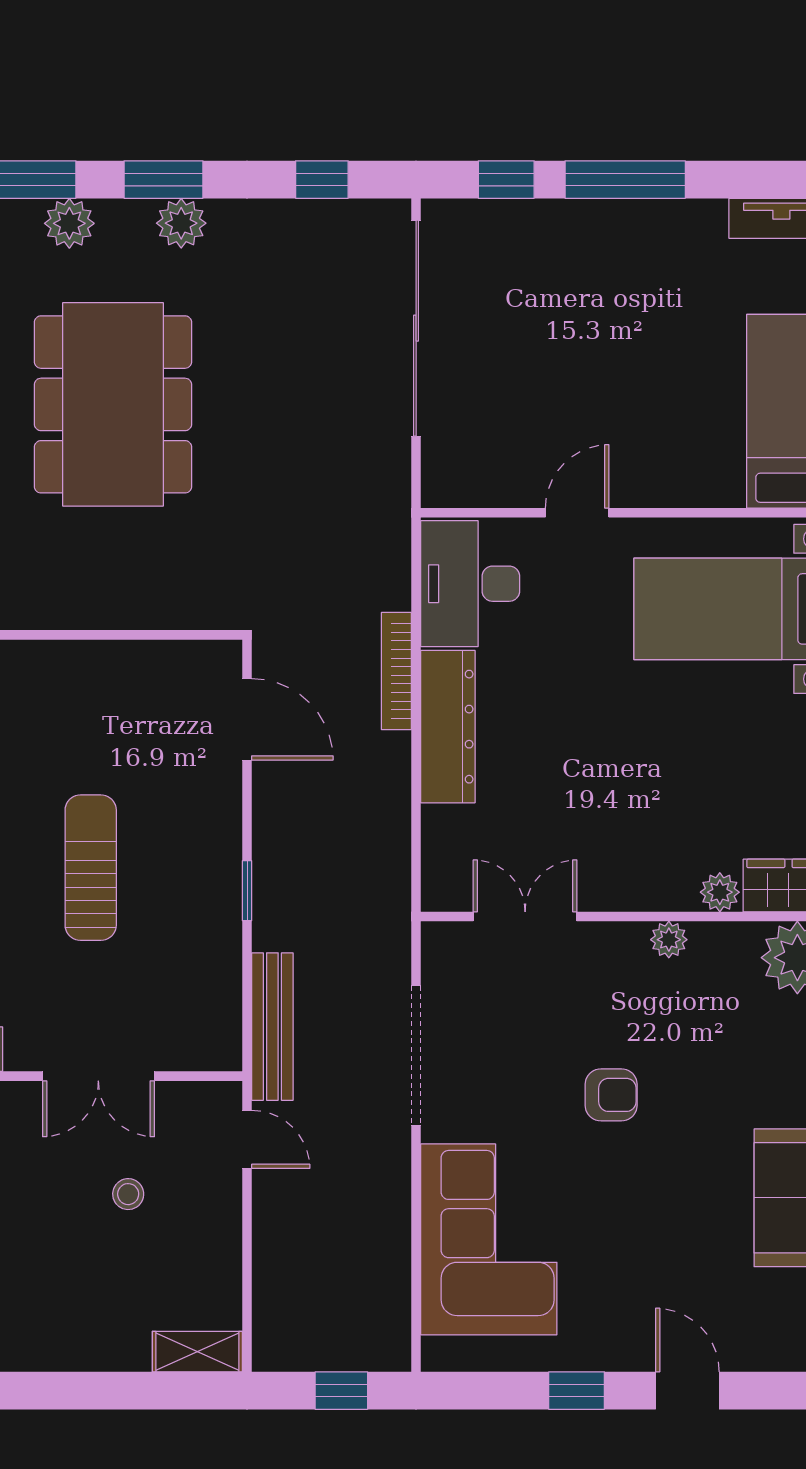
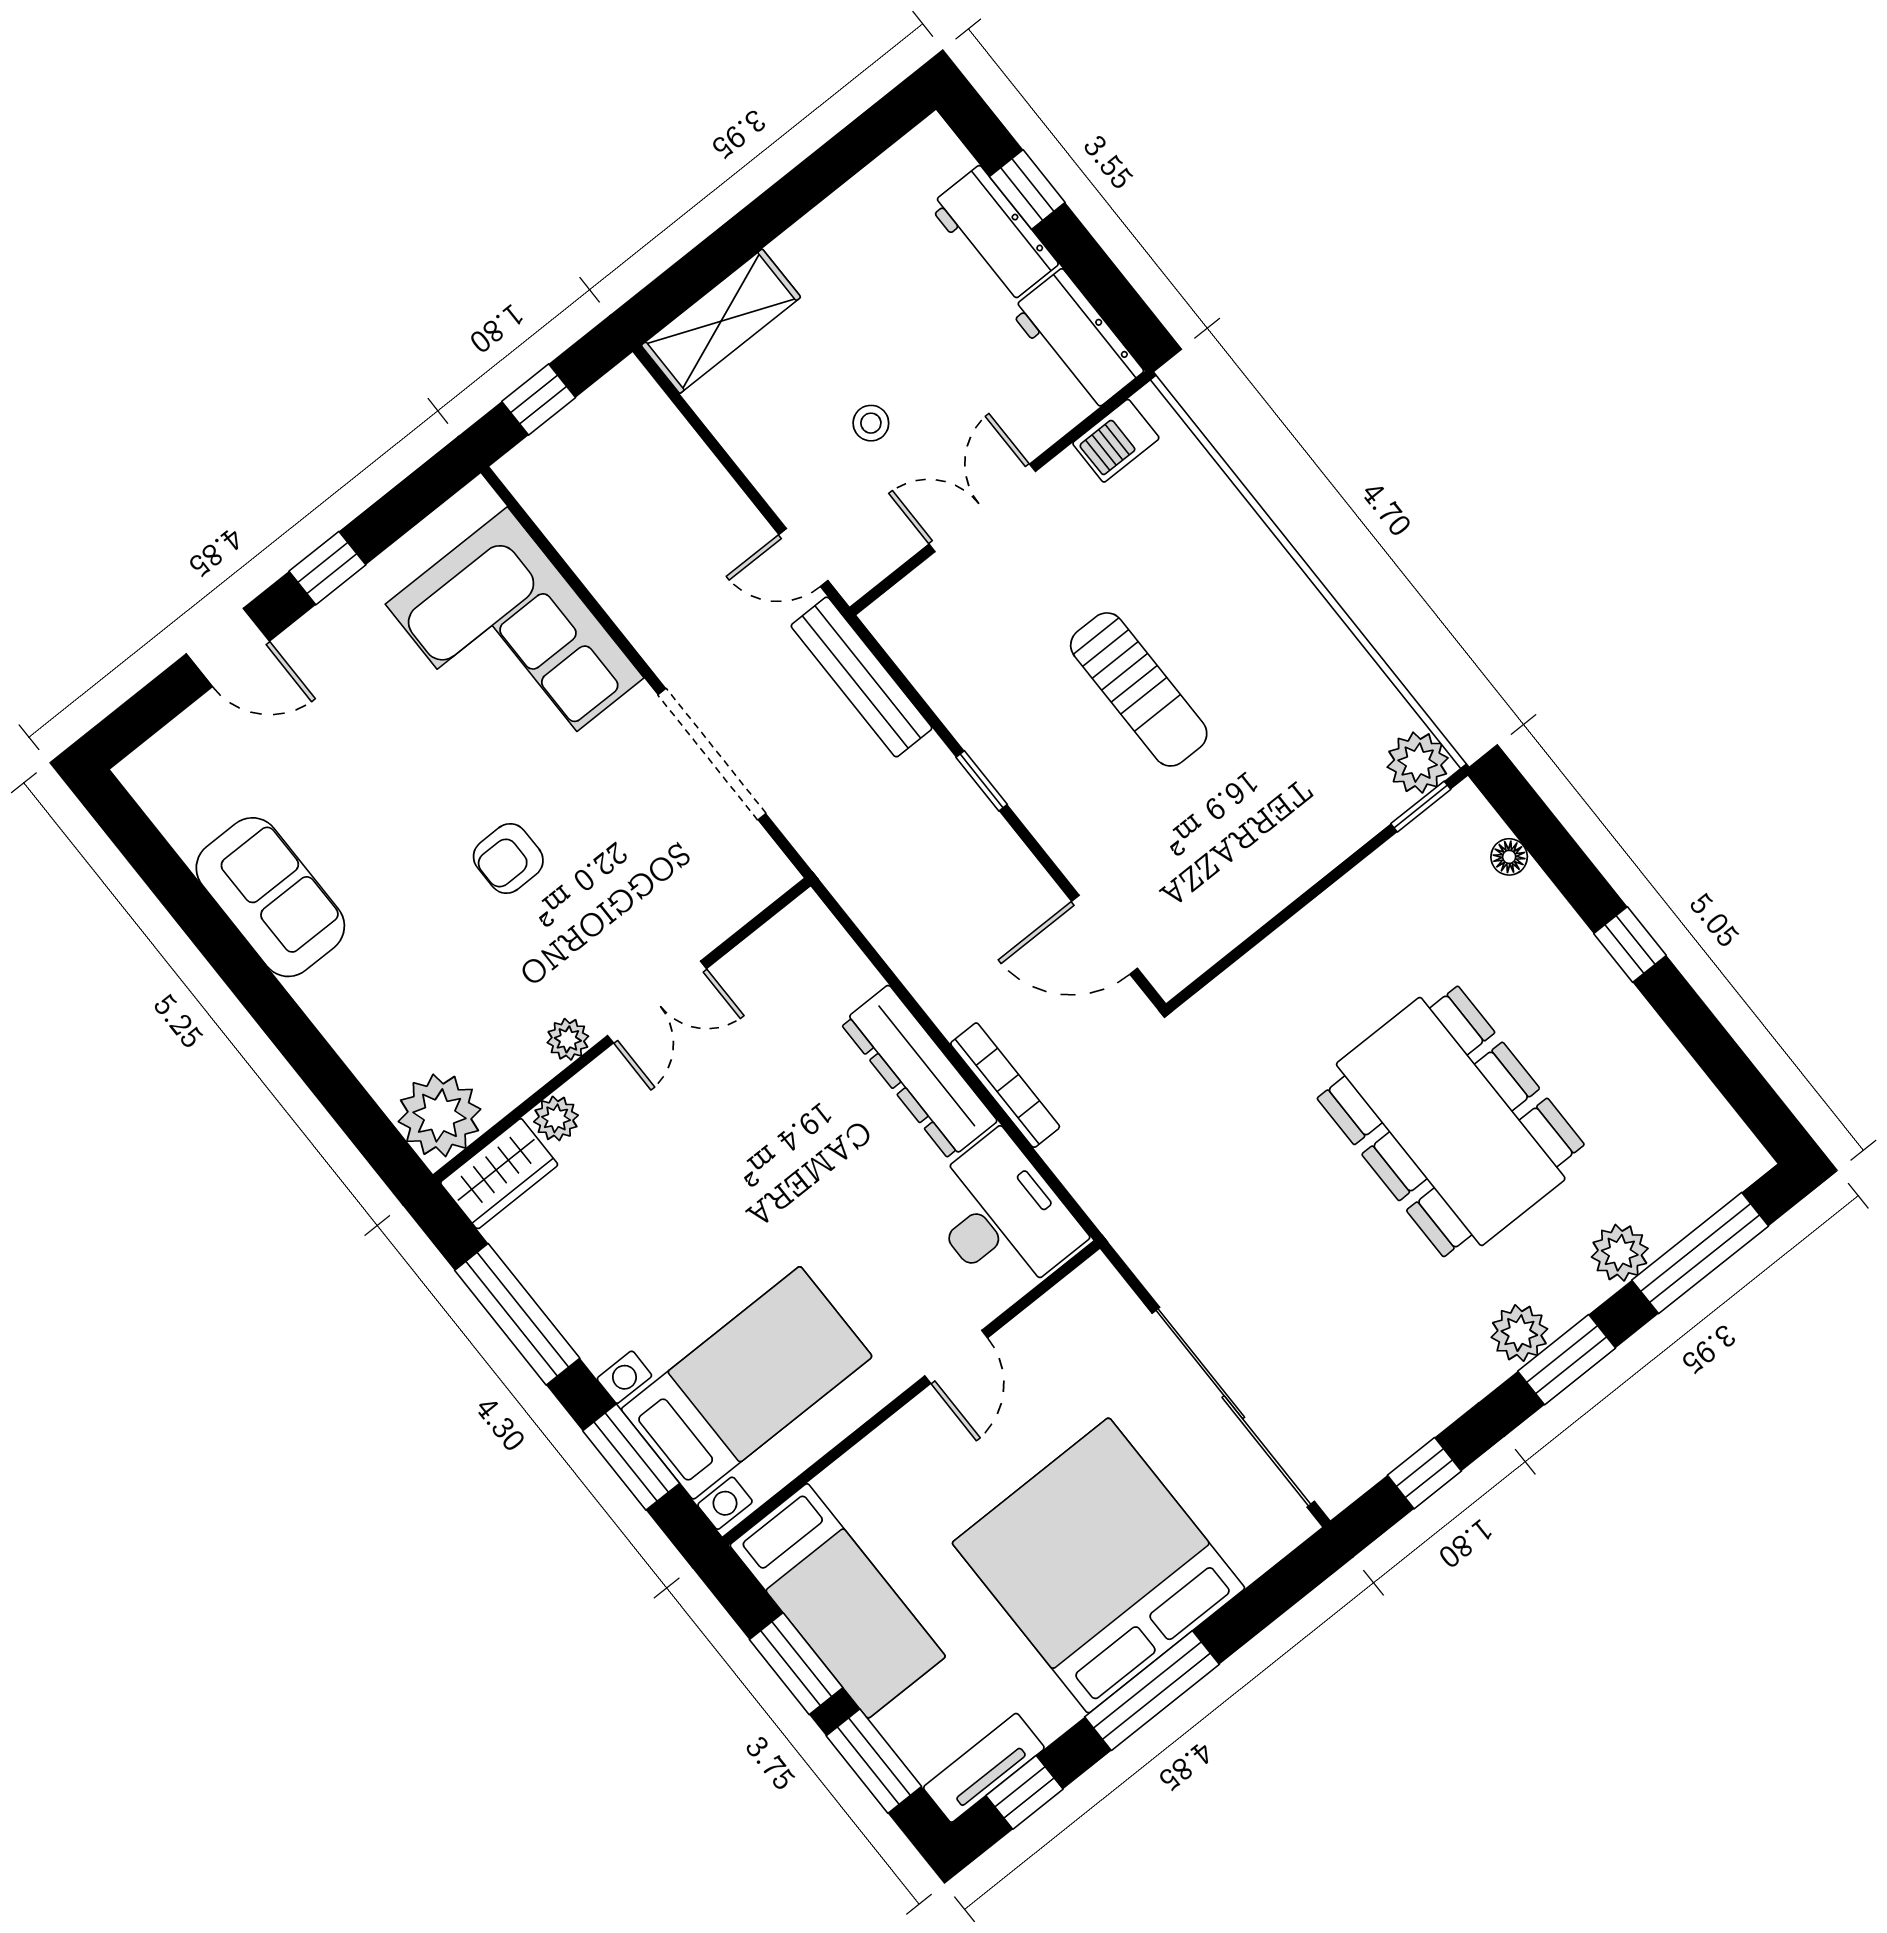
window: (506, 180) -> (1025, 1792), moved
bed: (594, 294) -> (1099, 1566), added
double door: (525, 916) -> (657, 1002), moved
shelving: (197, 1352) -> (721, 321), width x1.50, depth x1.33

